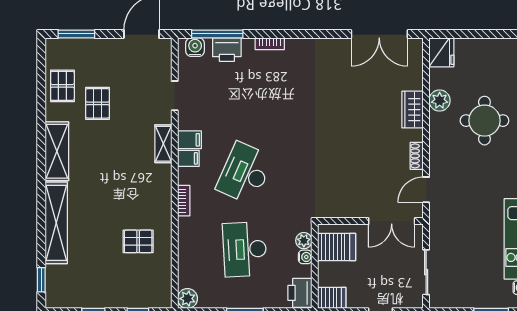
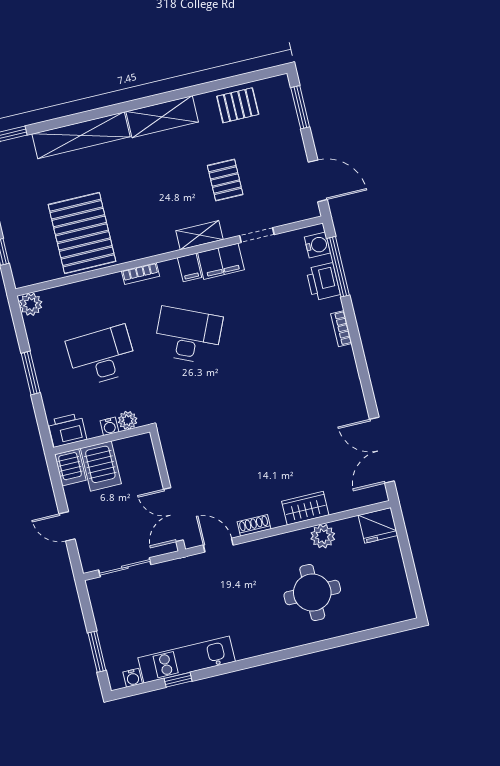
pallet: (98, 103) -> (225, 180), moved, turned 90
filing cabinet: (189, 140) -> (221, 261), width x2.00
pallet: (138, 241) -> (82, 233), width x2.05, depth x2.00
server rack: (337, 247) -> (101, 466), moved

